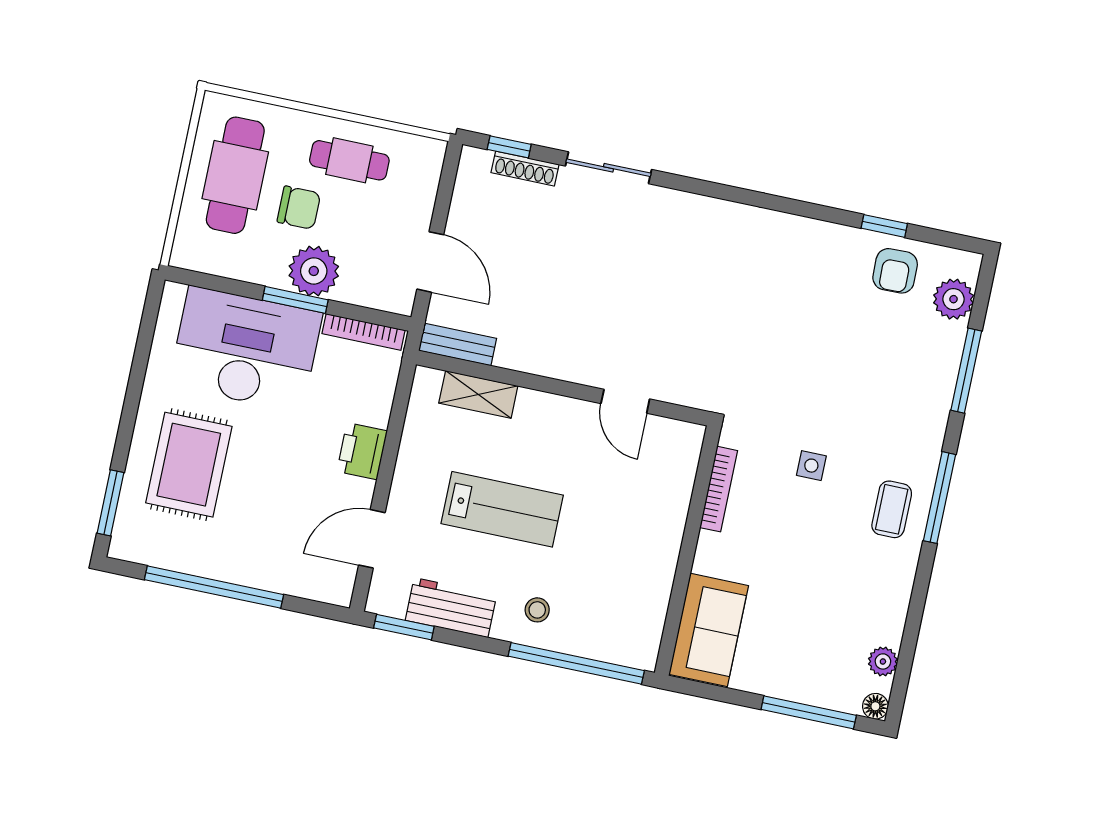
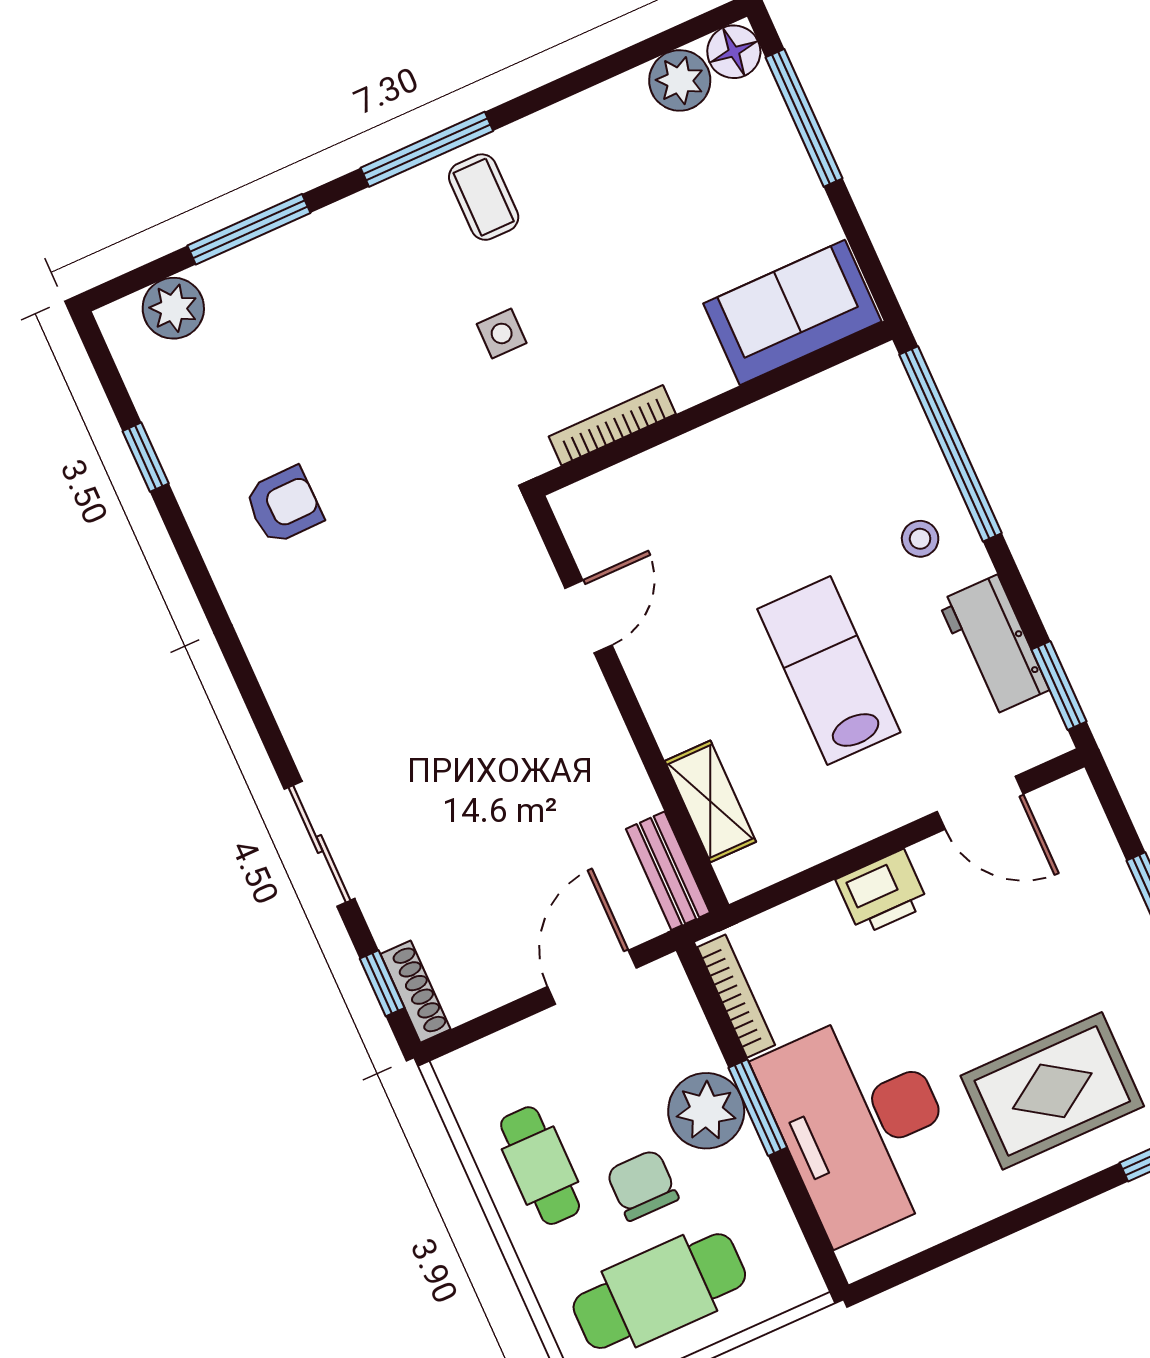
shoe rack: (525, 169) -> (415, 992), moved
armchair: (895, 271) -> (284, 505), moved
coffee table: (892, 509) -> (484, 197), turned 90
plant: (883, 661) -> (680, 80), width x1.38, depth x1.38
floor lamp: (875, 706) -> (734, 52), width x1.37, depth x1.37

